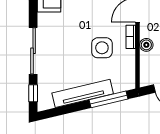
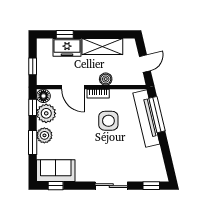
sliding door: (33, 51) -> (111, 186), width x0.73
tv unit: (83, 93) -> (146, 119), moved

